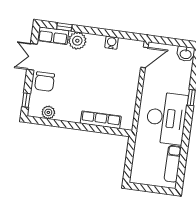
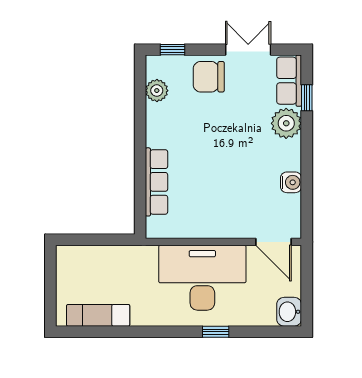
desk: (166, 118) -> (202, 278), moved, turned 180

